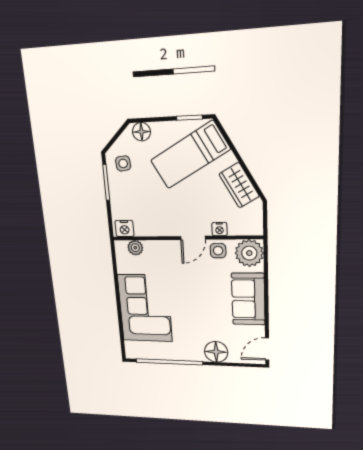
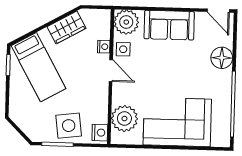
floor lamp: (141, 132) -> (16, 107), removed
side table: (123, 163) -> (69, 126), moved, width x1.87, depth x1.87
plant: (135, 248) -> (124, 119), width x1.88, depth x1.88

